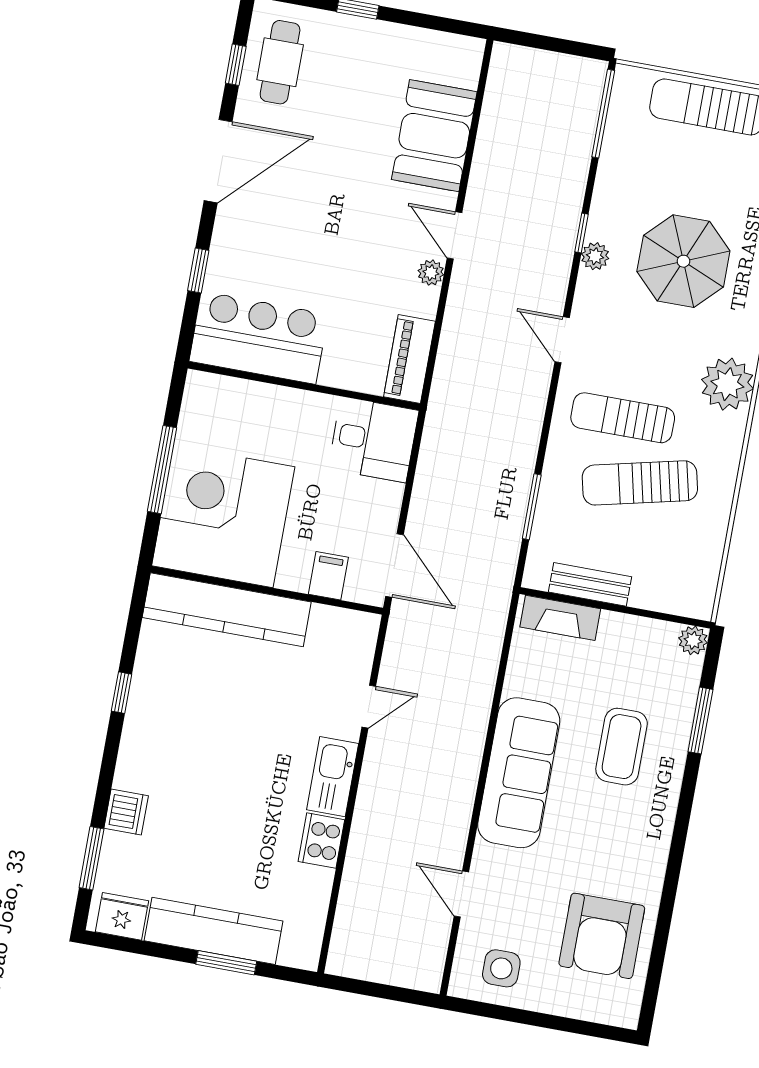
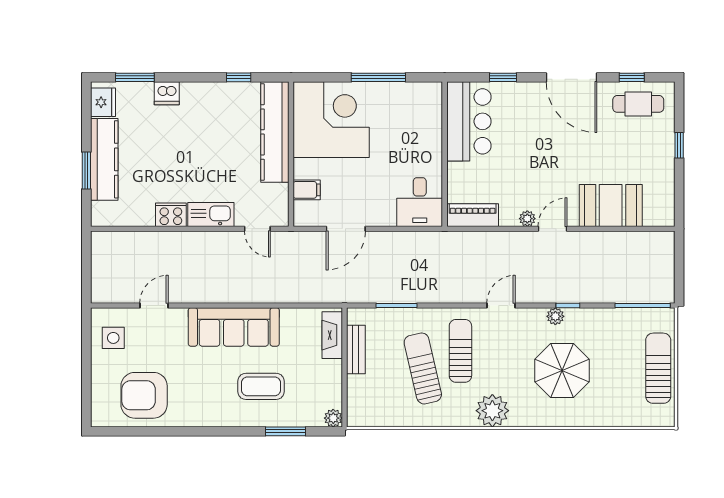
corner desk: (223, 516) -> (331, 120), moved
filing cabinet: (328, 576) -> (307, 190), moved
wall: (267, 590) -> (291, 154), moved
kitchen counter: (227, 610) -> (275, 132), moved

